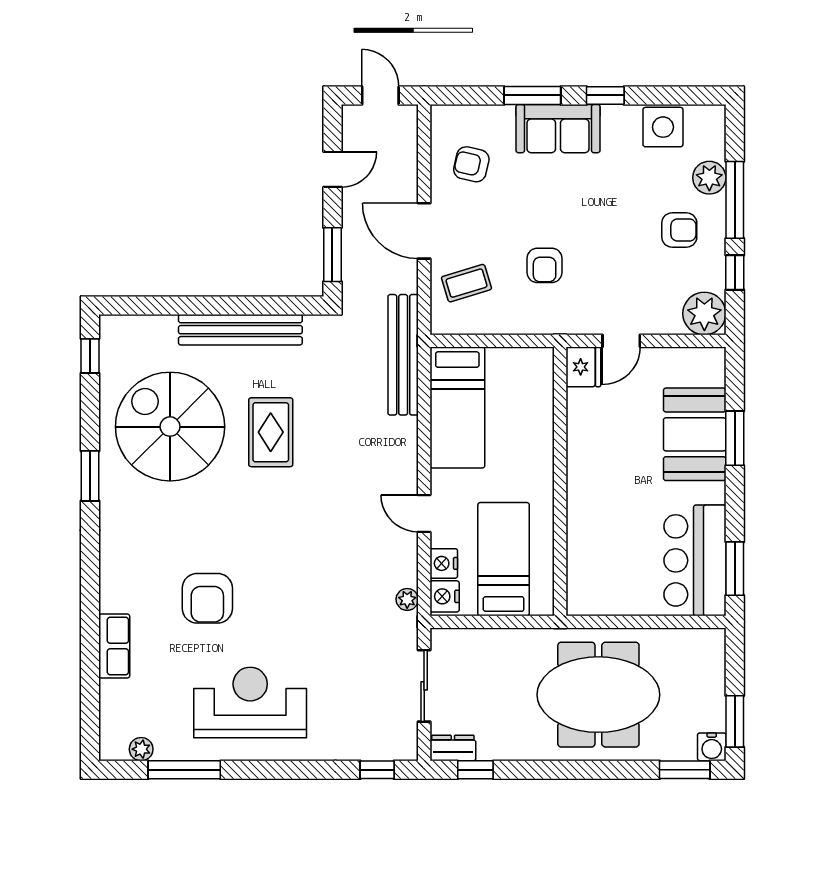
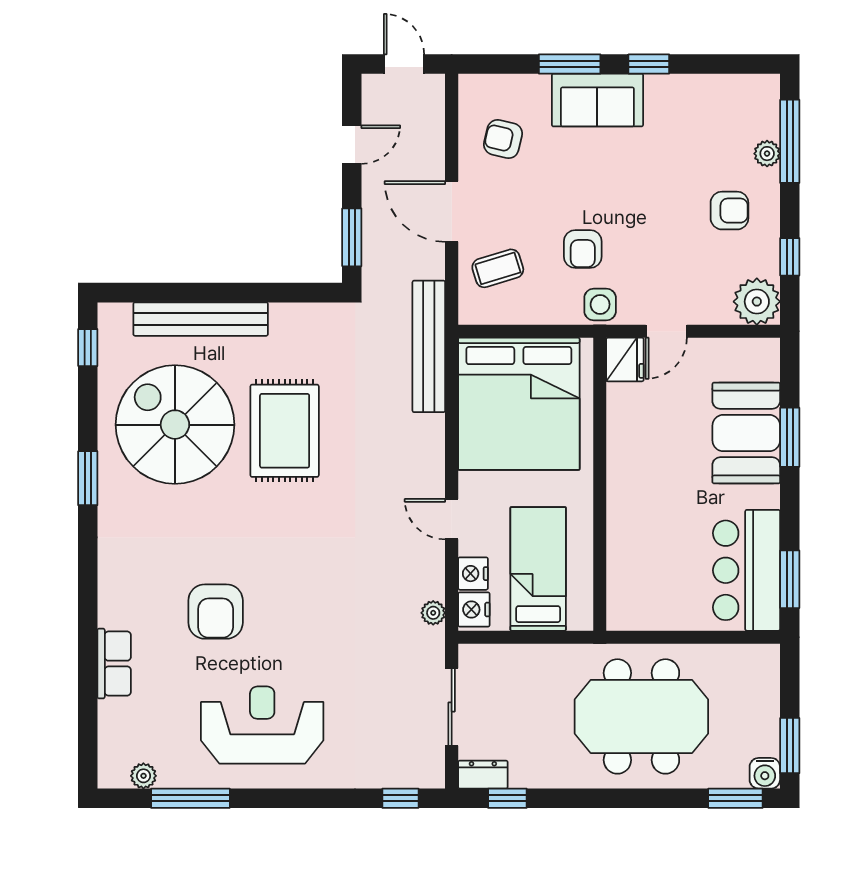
side table: (663, 127) -> (600, 304), moved, width x0.73, depth x0.73
plant: (709, 178) -> (767, 154), width x0.73, depth x0.73
window: (735, 200) -> (790, 141), moved
bench: (240, 330) -> (201, 319), moved
bed: (457, 407) -> (519, 404), width x2.04
rug: (271, 432) -> (285, 431), width x1.36, depth x1.43

